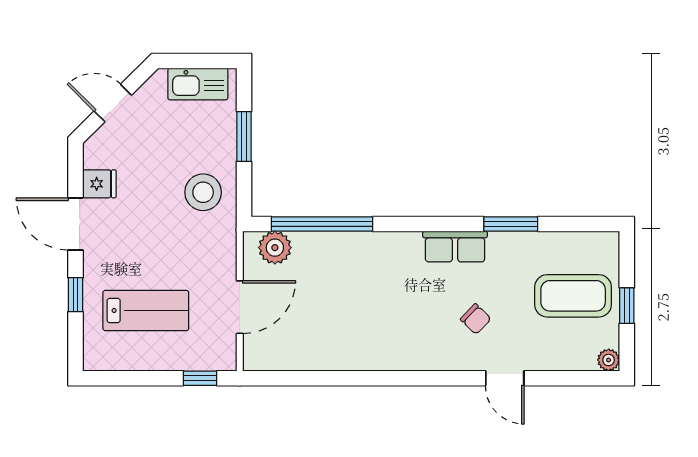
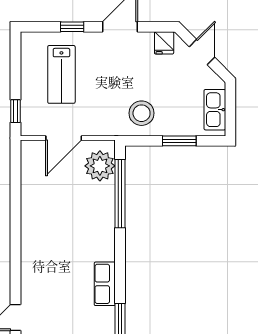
fridge: (99, 184) -> (164, 43), moved
plant: (275, 248) -> (100, 166), width x1.36, depth x1.36
door: (240, 307) -> (64, 138), hinge flipped
chair: (476, 319) -> (56, 298), removed

